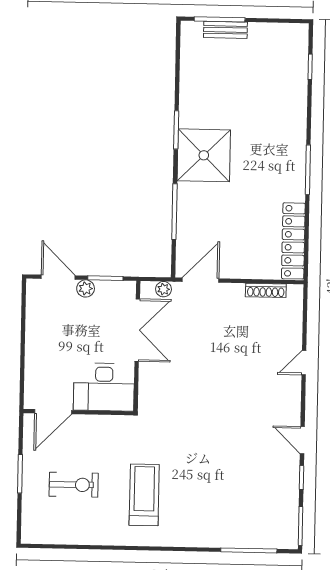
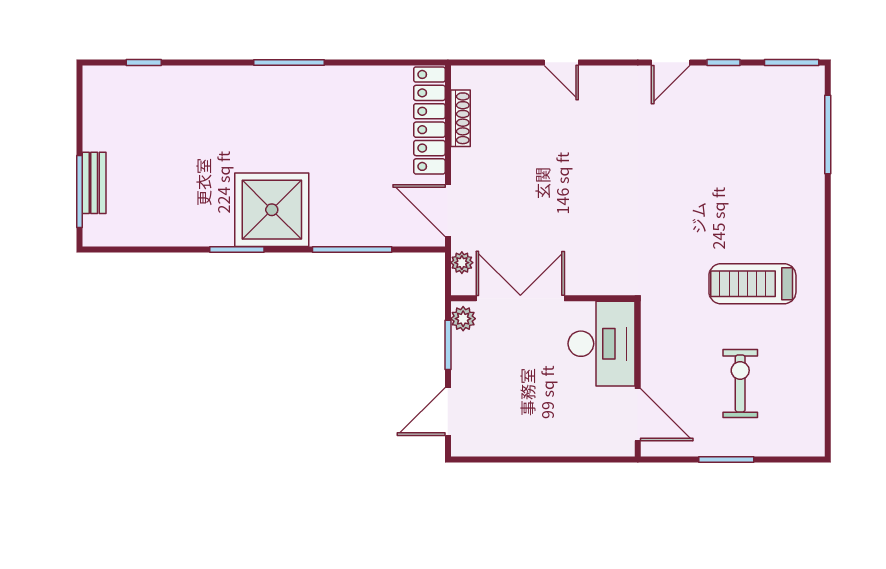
locker: (293, 241) -> (429, 120), moved, turned 90
plant: (86, 288) -> (463, 319), moved

